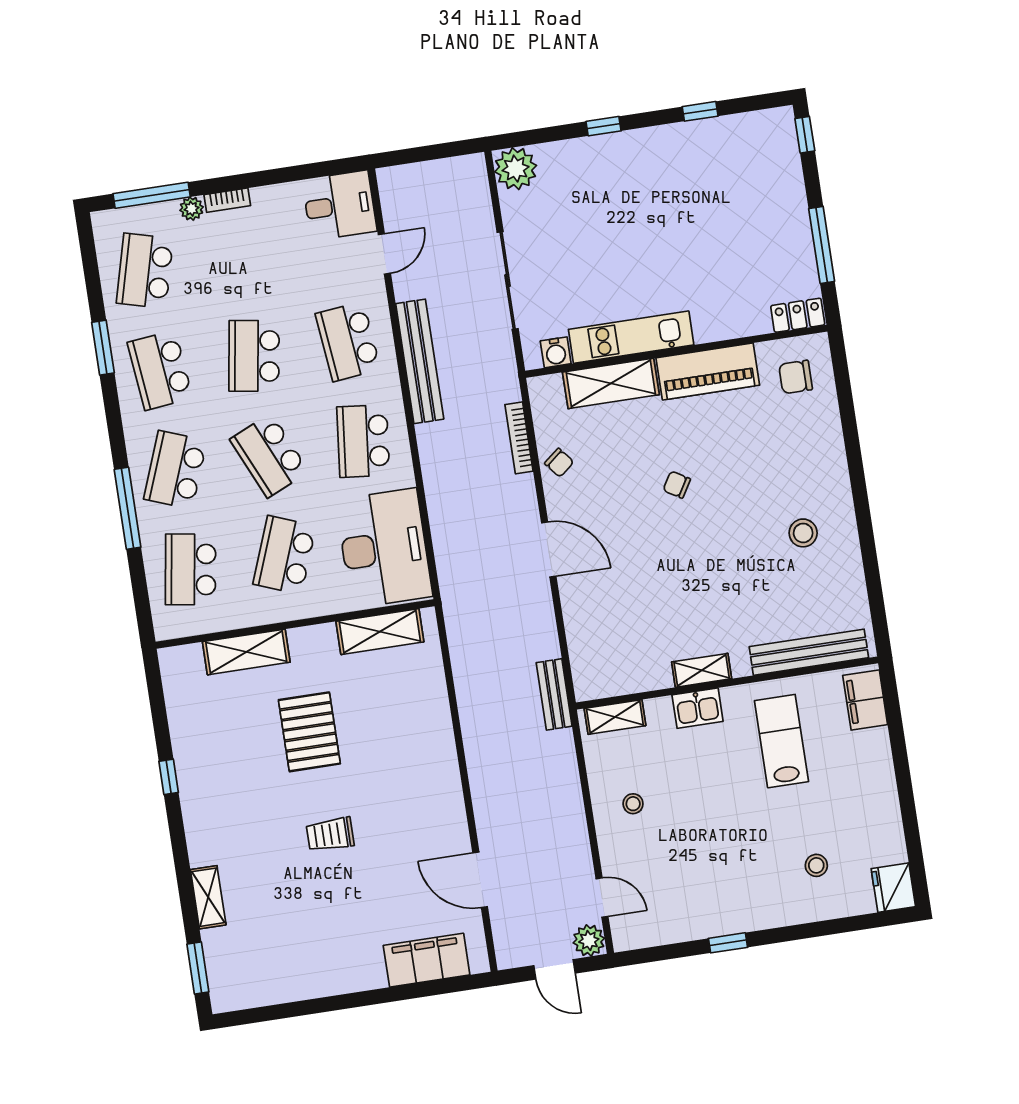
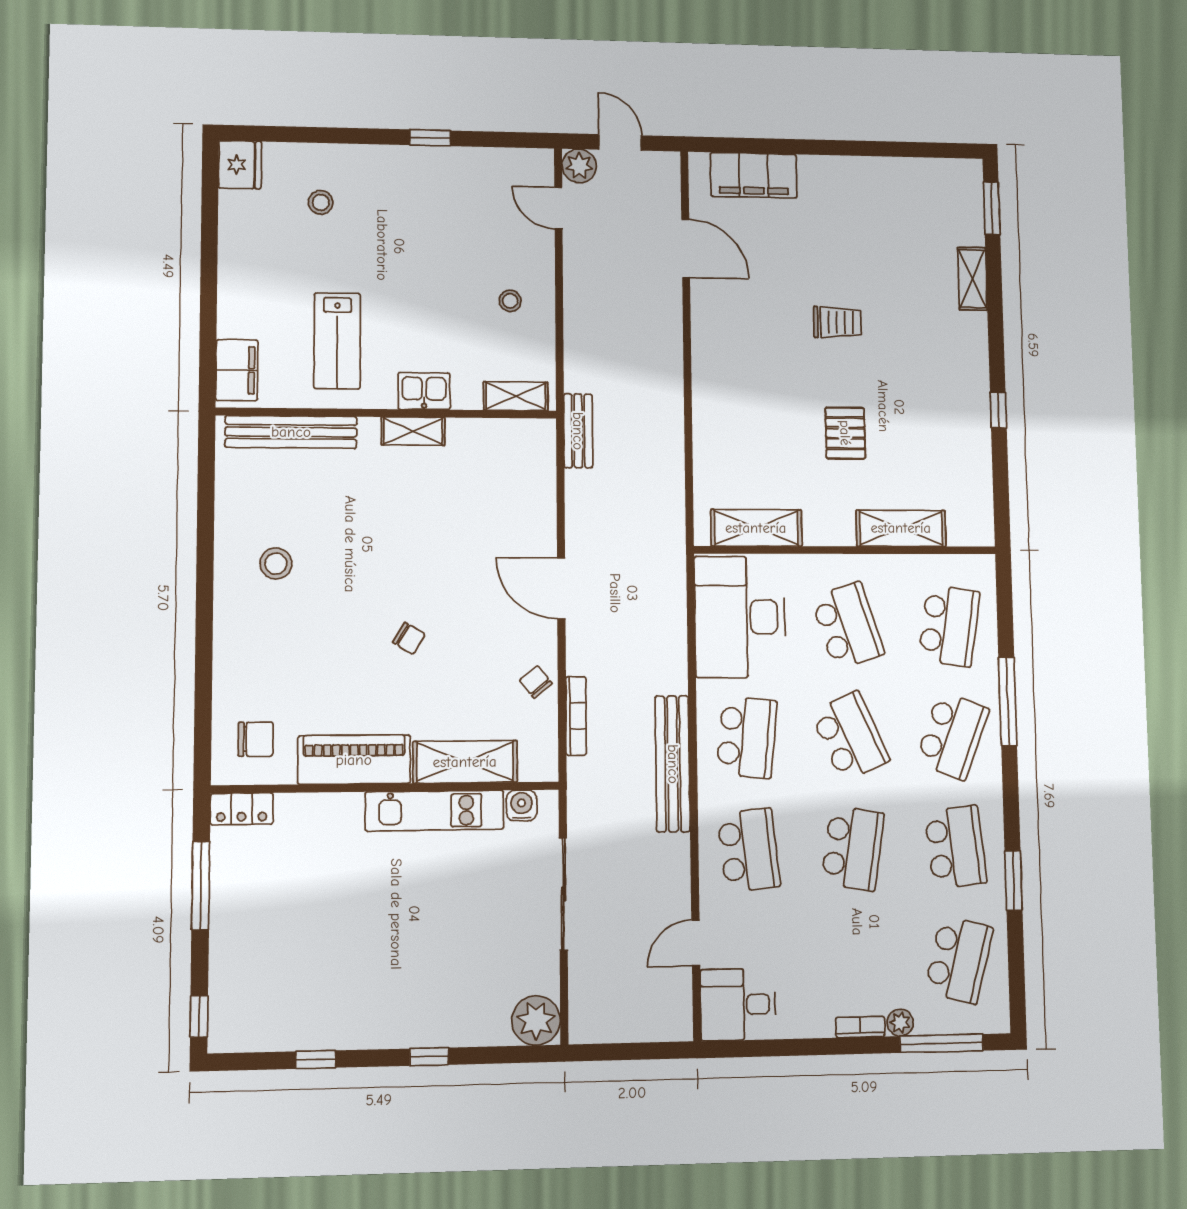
bench: (420, 361) -> (673, 764), moved
school desk: (285, 555) -> (848, 626), turned -39
pallet: (309, 732) -> (845, 433), width x0.67, depth x0.71

